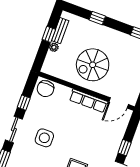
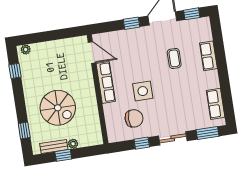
window: (97, 18) -> (24, 131), moved
spiral stairs: (93, 65) -> (58, 108), moved
chair: (46, 89) -> (134, 118), moved
side table: (44, 138) -> (143, 91), moved

